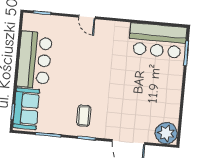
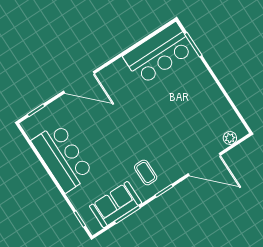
door: (87, 17) -> (79, 82), width x1.87
sofa: (26, 109) -> (116, 205), moved, turned -90
plant: (166, 133) -> (230, 138), width x0.53, depth x0.53

